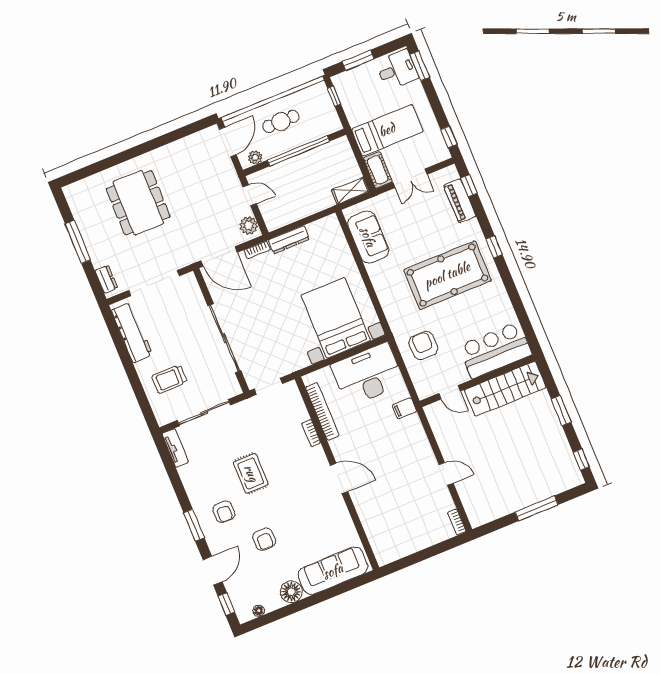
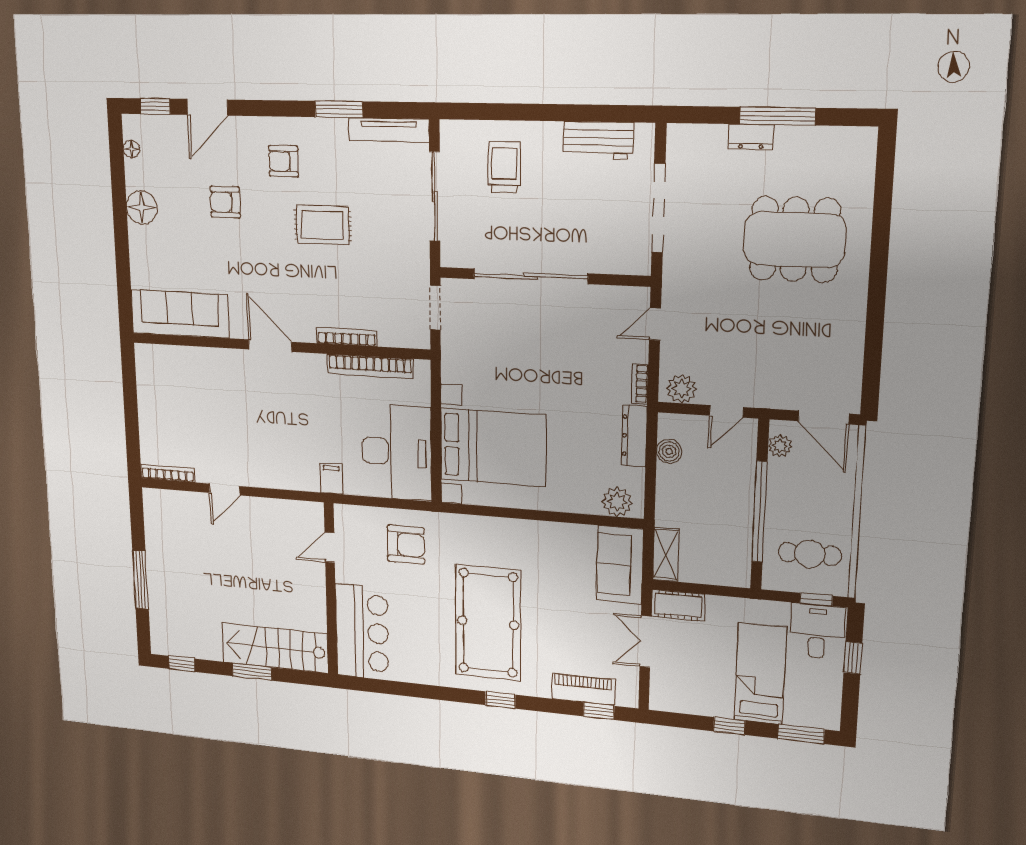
window: (358, 60) -> (853, 658), width x0.67
desk: (397, 70) -> (817, 631), moved, turned 180
cafe table: (281, 121) -> (810, 554), moved, turned 90
bed: (387, 130) -> (760, 674), moved, turned 180
window: (449, 137) -> (729, 726), moved
boiler: (288, 216) -> (669, 451), added
plant: (333, 232) -> (617, 502), added
sofa: (368, 237) -> (620, 565), moved, turned 90
door: (219, 257) -> (655, 324), width x0.53
dresser: (106, 279) -> (751, 137), moved
workbench: (132, 332) -> (598, 140), width x0.73
stairs: (505, 389) -> (275, 648), moved, turned 90
bookcase: (311, 433) -> (346, 337), width x1.56
tv unit: (175, 448) -> (389, 130), width x1.41
door: (339, 478) -> (270, 346), swing flipped
bookcase: (457, 522) -> (168, 473), width x1.56
window: (194, 525) -> (339, 109), moved
door: (213, 571) -> (207, 107), hinge flipped
sofa: (333, 571) -> (180, 314), moved, turned -90

